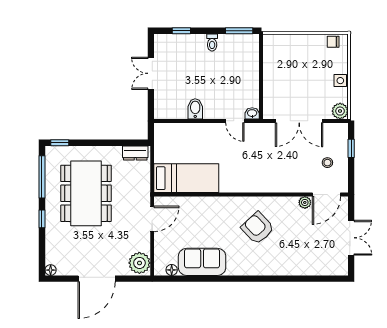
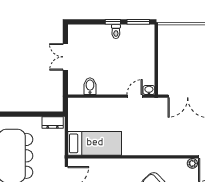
window: (181, 31) -> (113, 22), moved
bidet: (195, 109) -> (90, 86), moved
door: (235, 121) -> (135, 96), swing flipped

